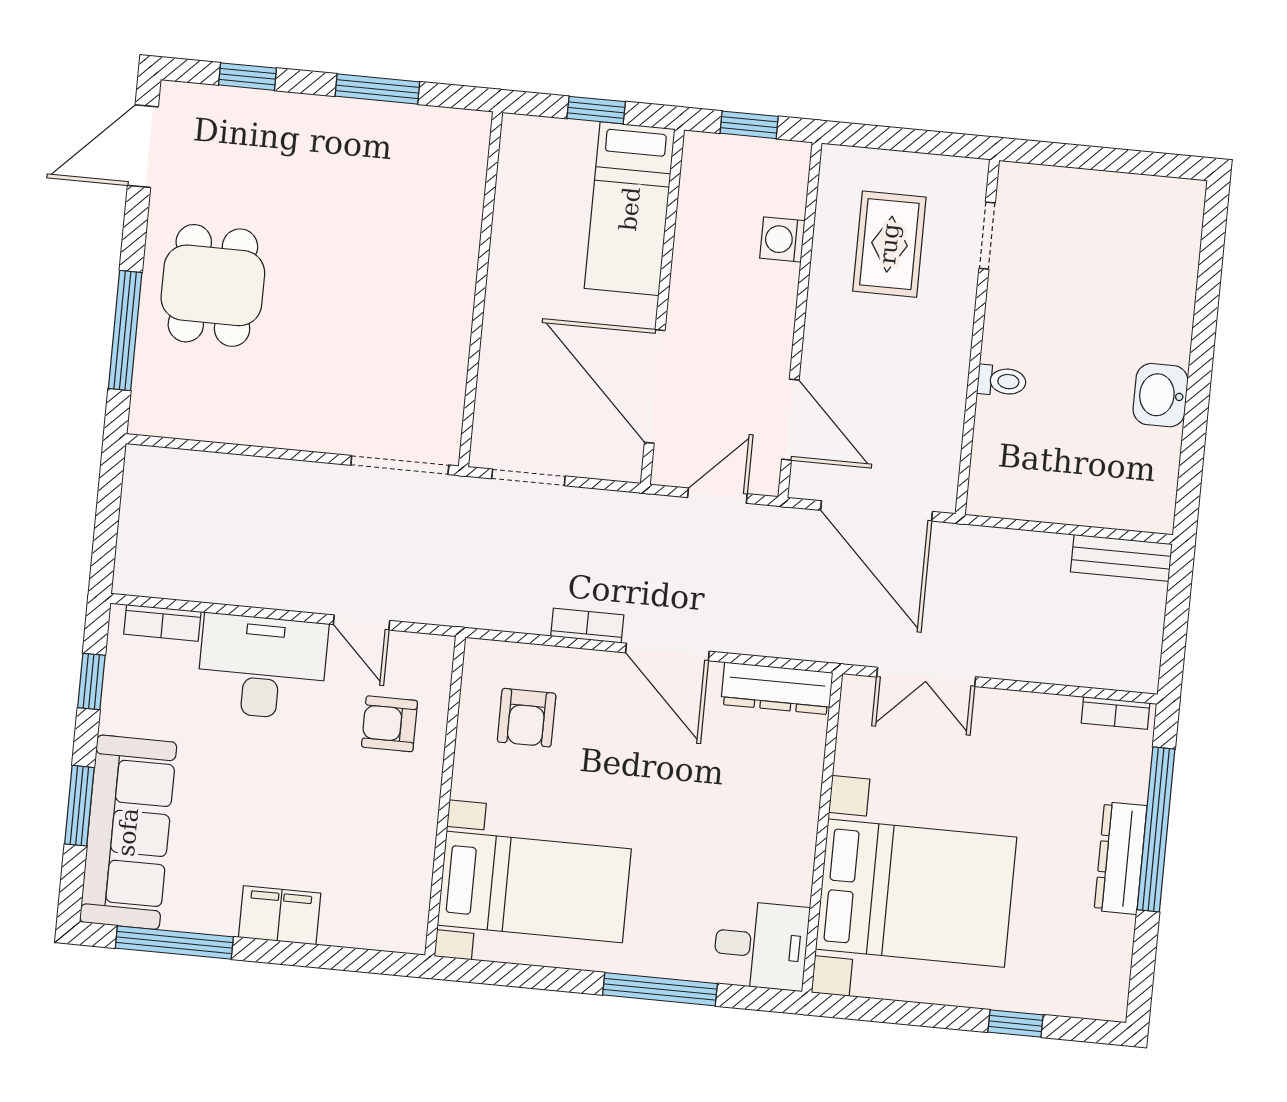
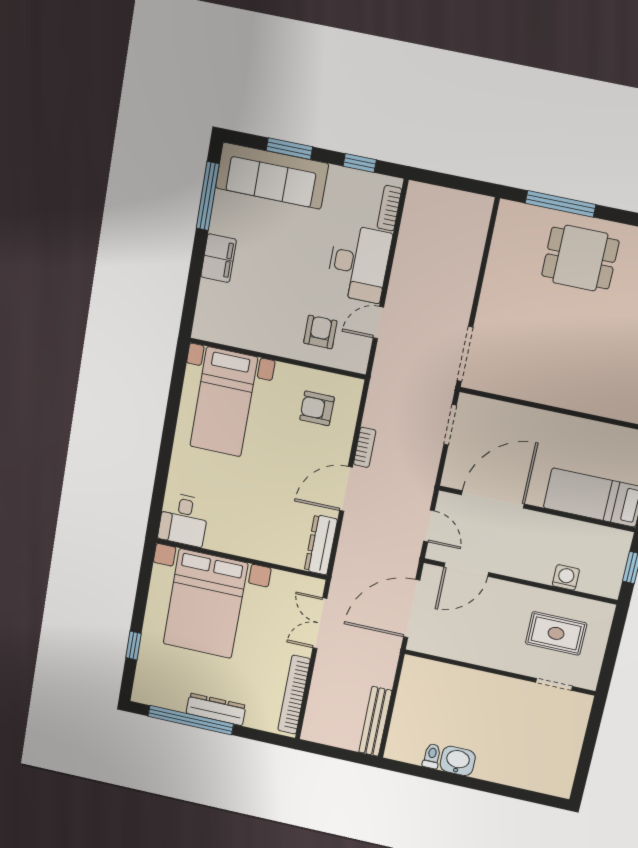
toilet: (1002, 381) -> (432, 756), moved, turned 180
bench: (1121, 558) -> (375, 721), width x1.36
bookcase: (1116, 713) -> (294, 695), width x2.31, depth x1.31
window: (1156, 829) -> (191, 720), moved
window: (660, 989) -> (164, 463), removed

